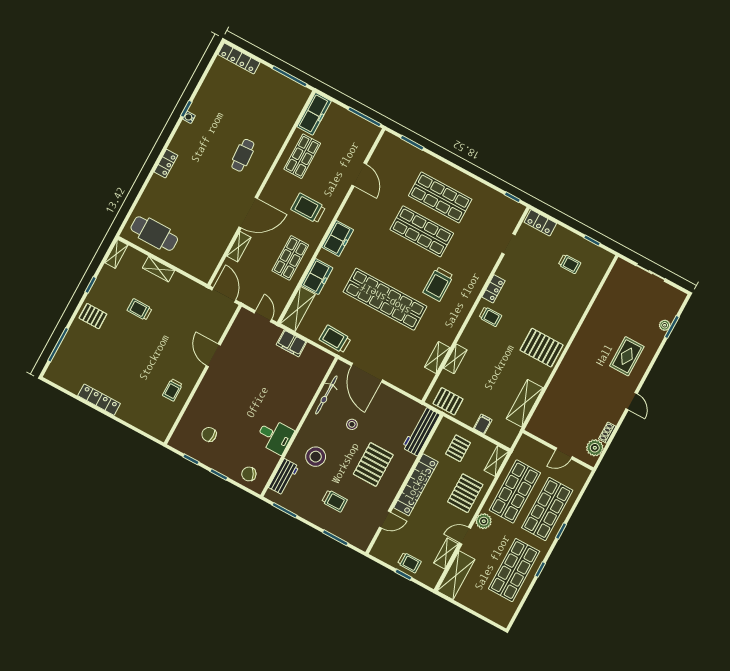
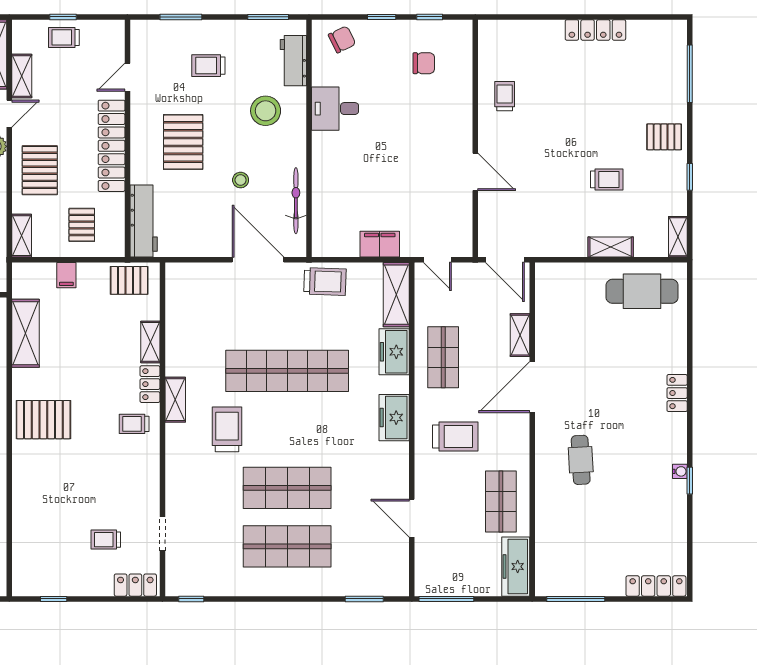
trolley: (570, 264) -> (106, 540), moved
locker: (493, 289) -> (150, 384), moved
shelving: (437, 357) -> (175, 400), moved

